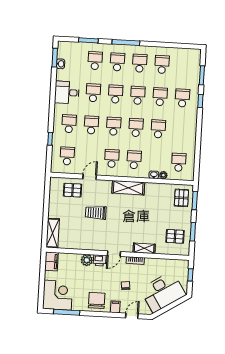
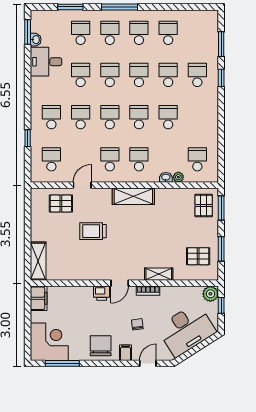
desk: (67, 92) -> (46, 62), moved
plant: (87, 260) -> (210, 294), moved

